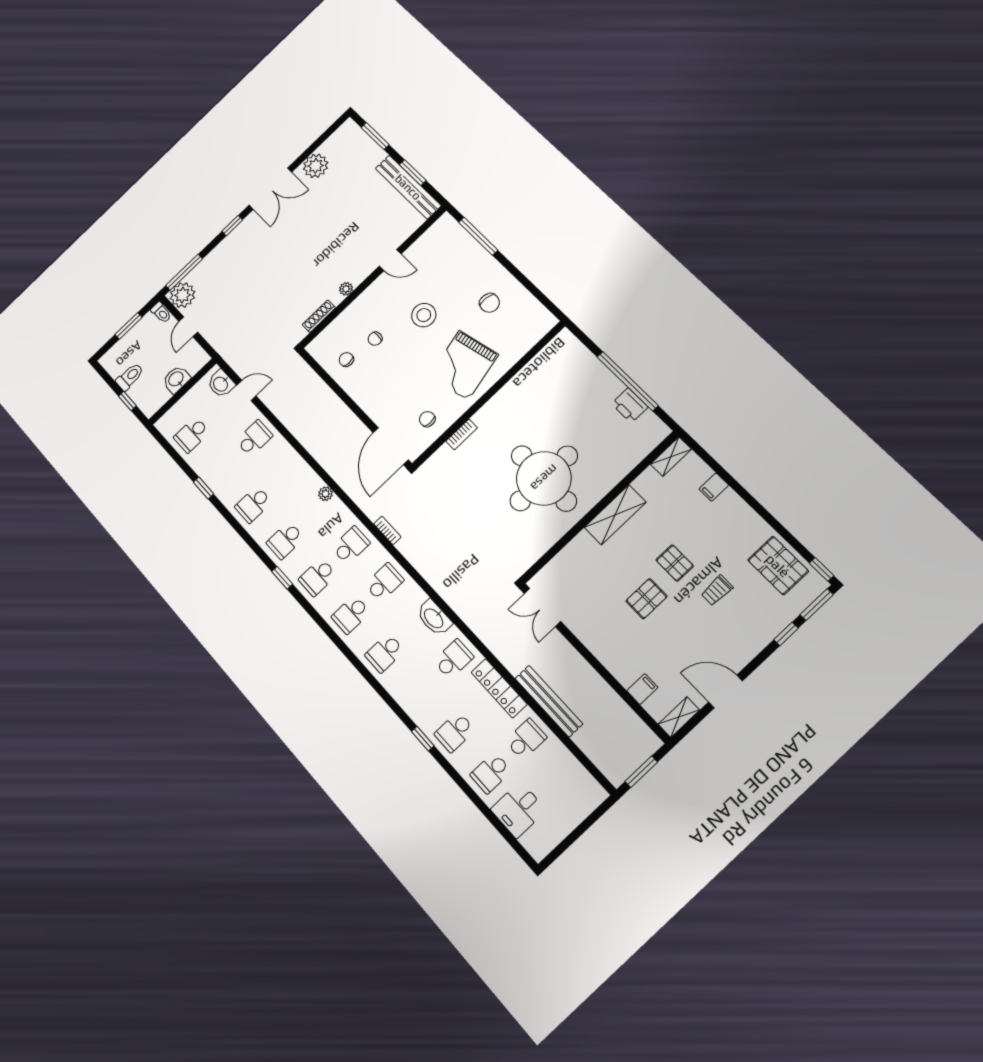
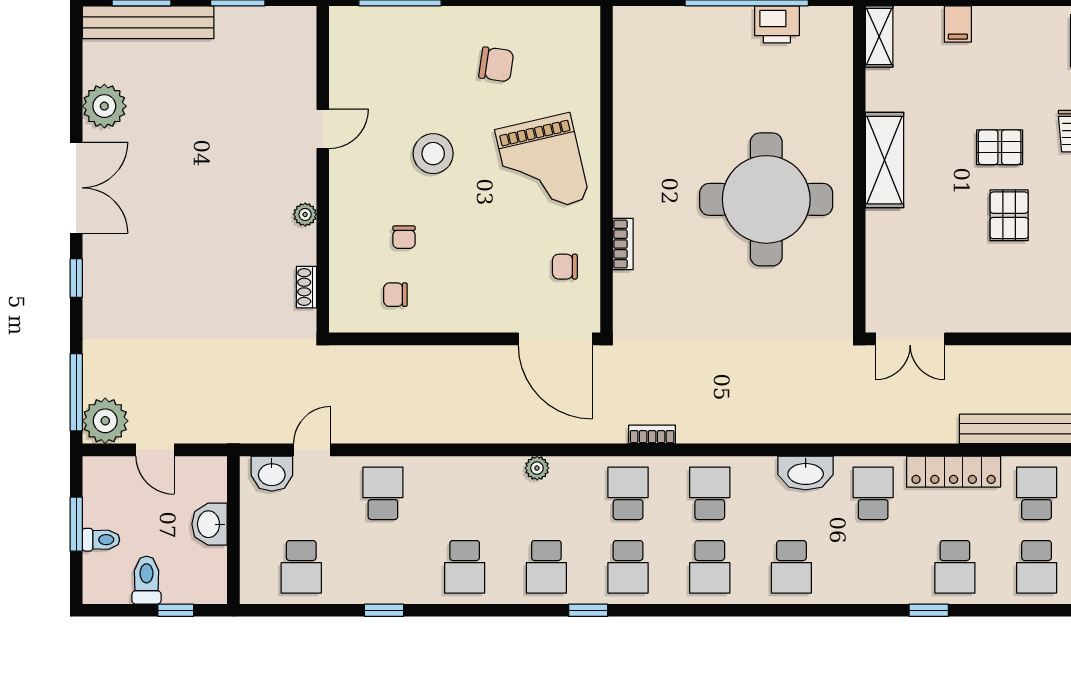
bench: (408, 187) -> (148, 22), moved
toilet: (161, 313) -> (101, 540), moved
shoe rack: (319, 316) -> (307, 287), width x0.70

